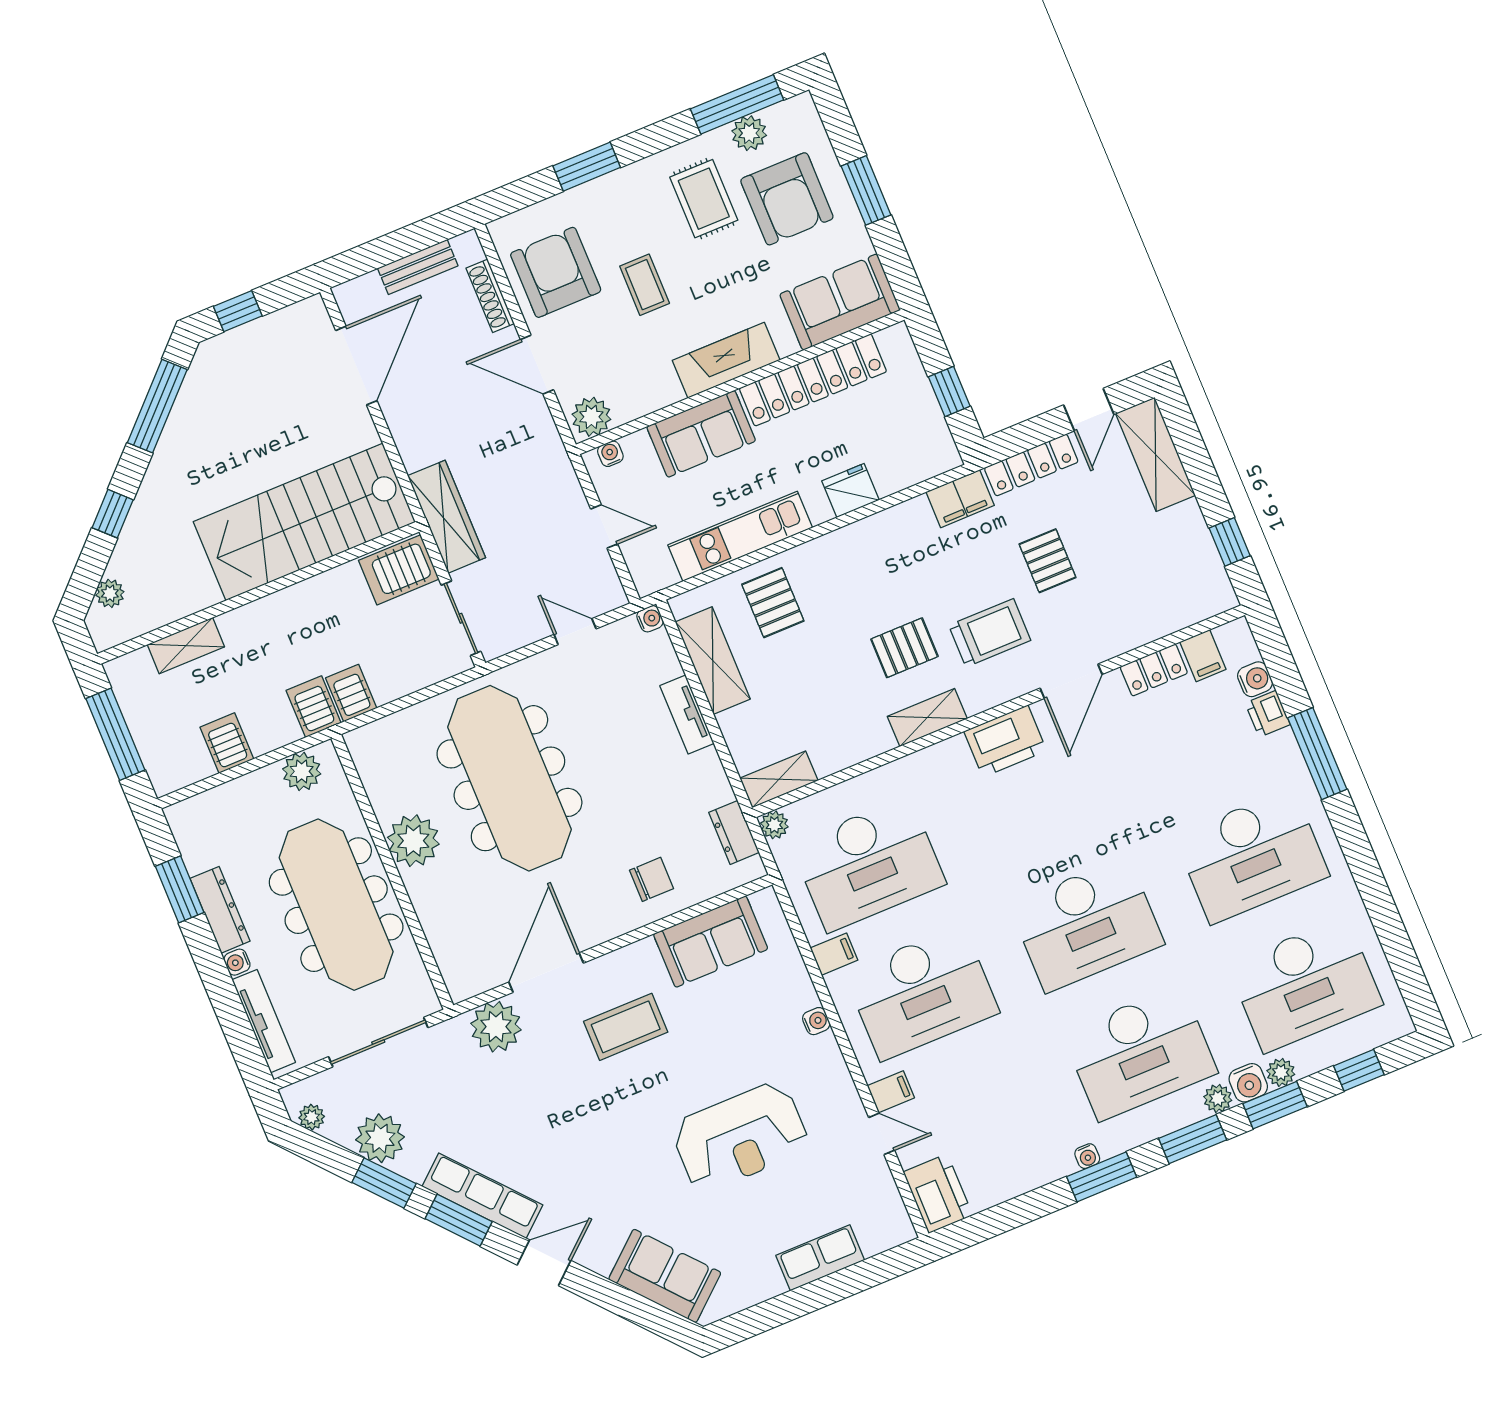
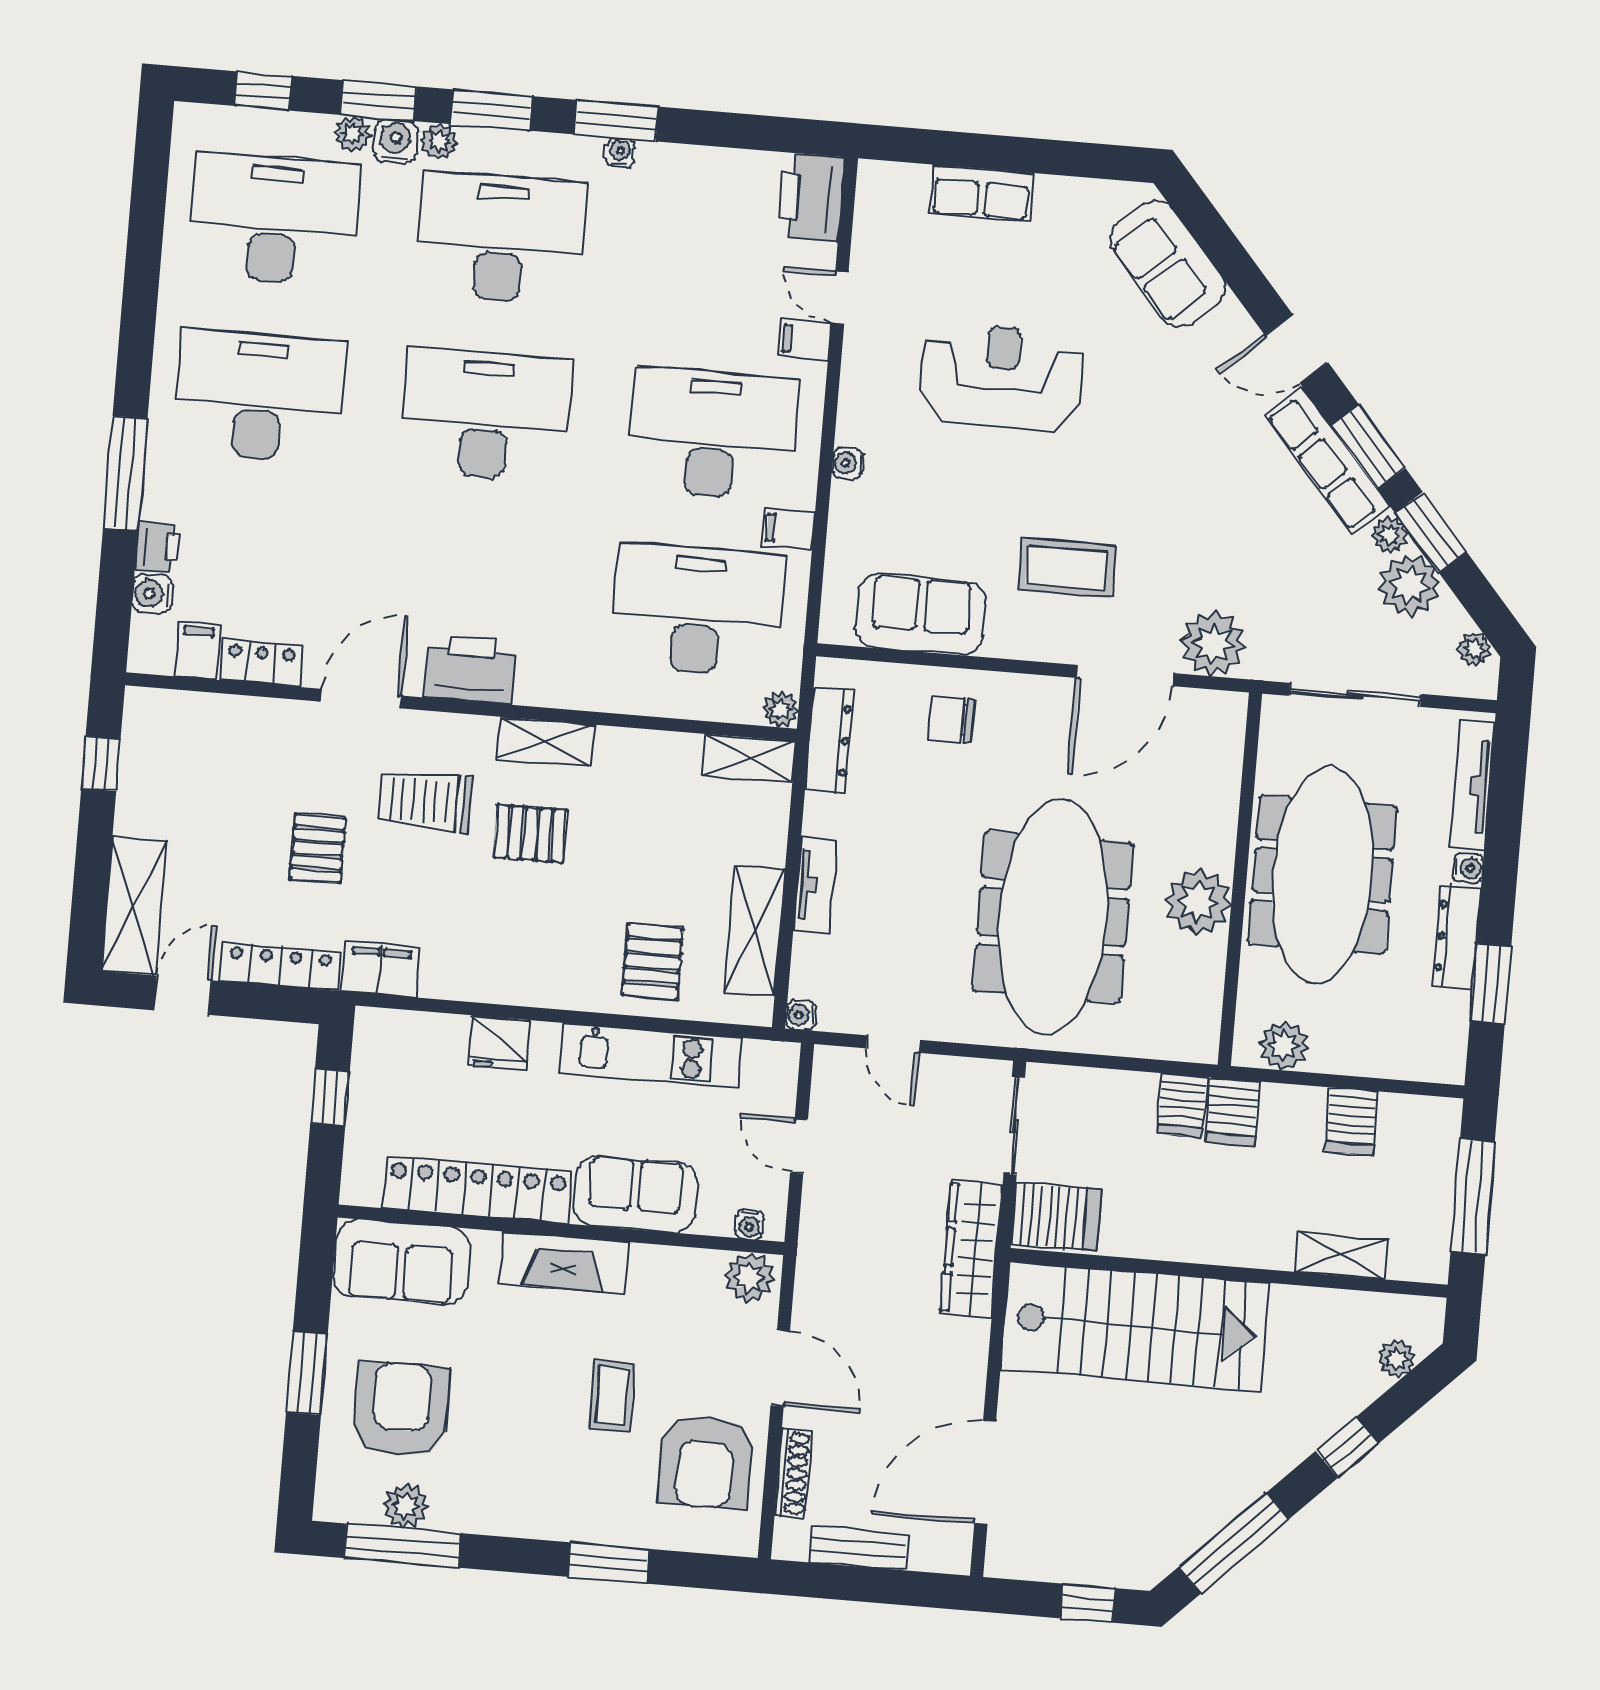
rug: (704, 199) -> (495, 1458), removed
dresser: (734, 832) -> (829, 740), width x1.44
plant: (412, 1166) -> (1389, 535), added

